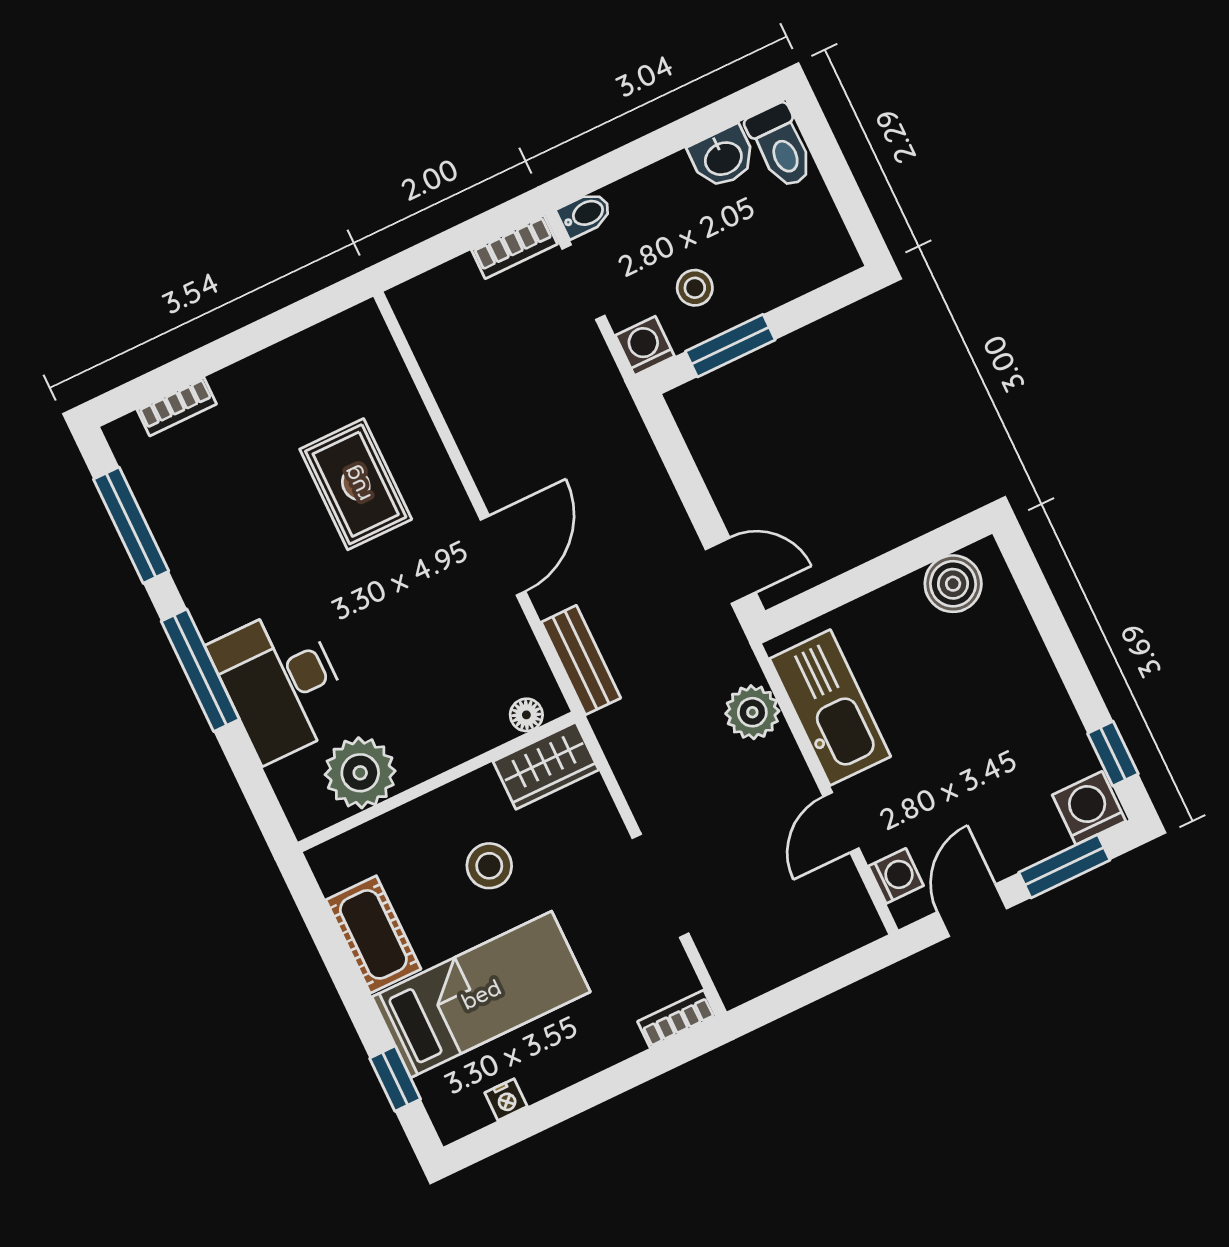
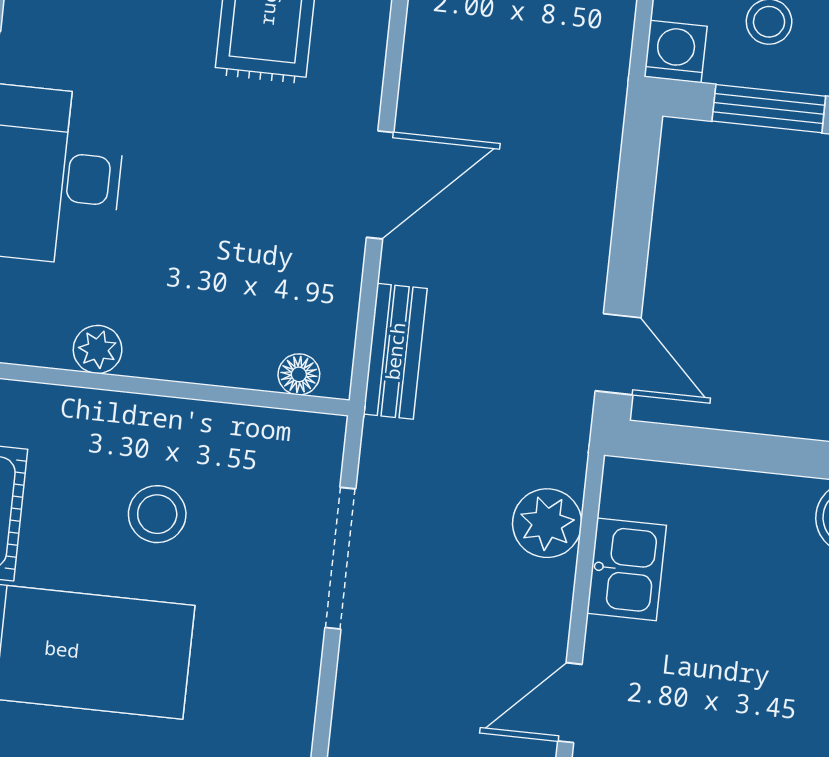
kitchen sink: (830, 708) -> (627, 569), width x0.53, depth x0.81
wardrobe: (546, 766) -> (286, 443), removed
plant: (360, 773) -> (98, 349), width x0.53, depth x0.53
doorway: (660, 886) -> (340, 558), moved

